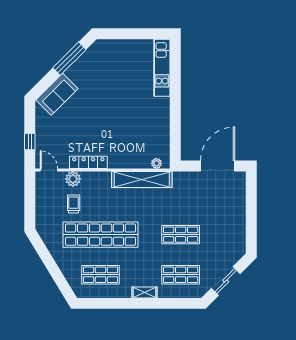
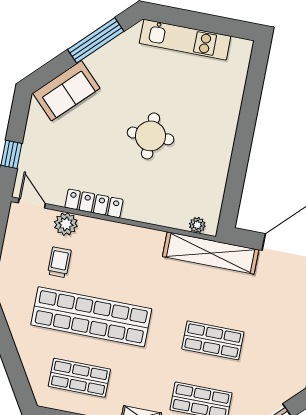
kitchen unit: (162, 68) -> (185, 40), moved, turned -90
round table: (116, 113) -> (151, 136), added
shelving: (142, 179) -> (211, 253), moved

